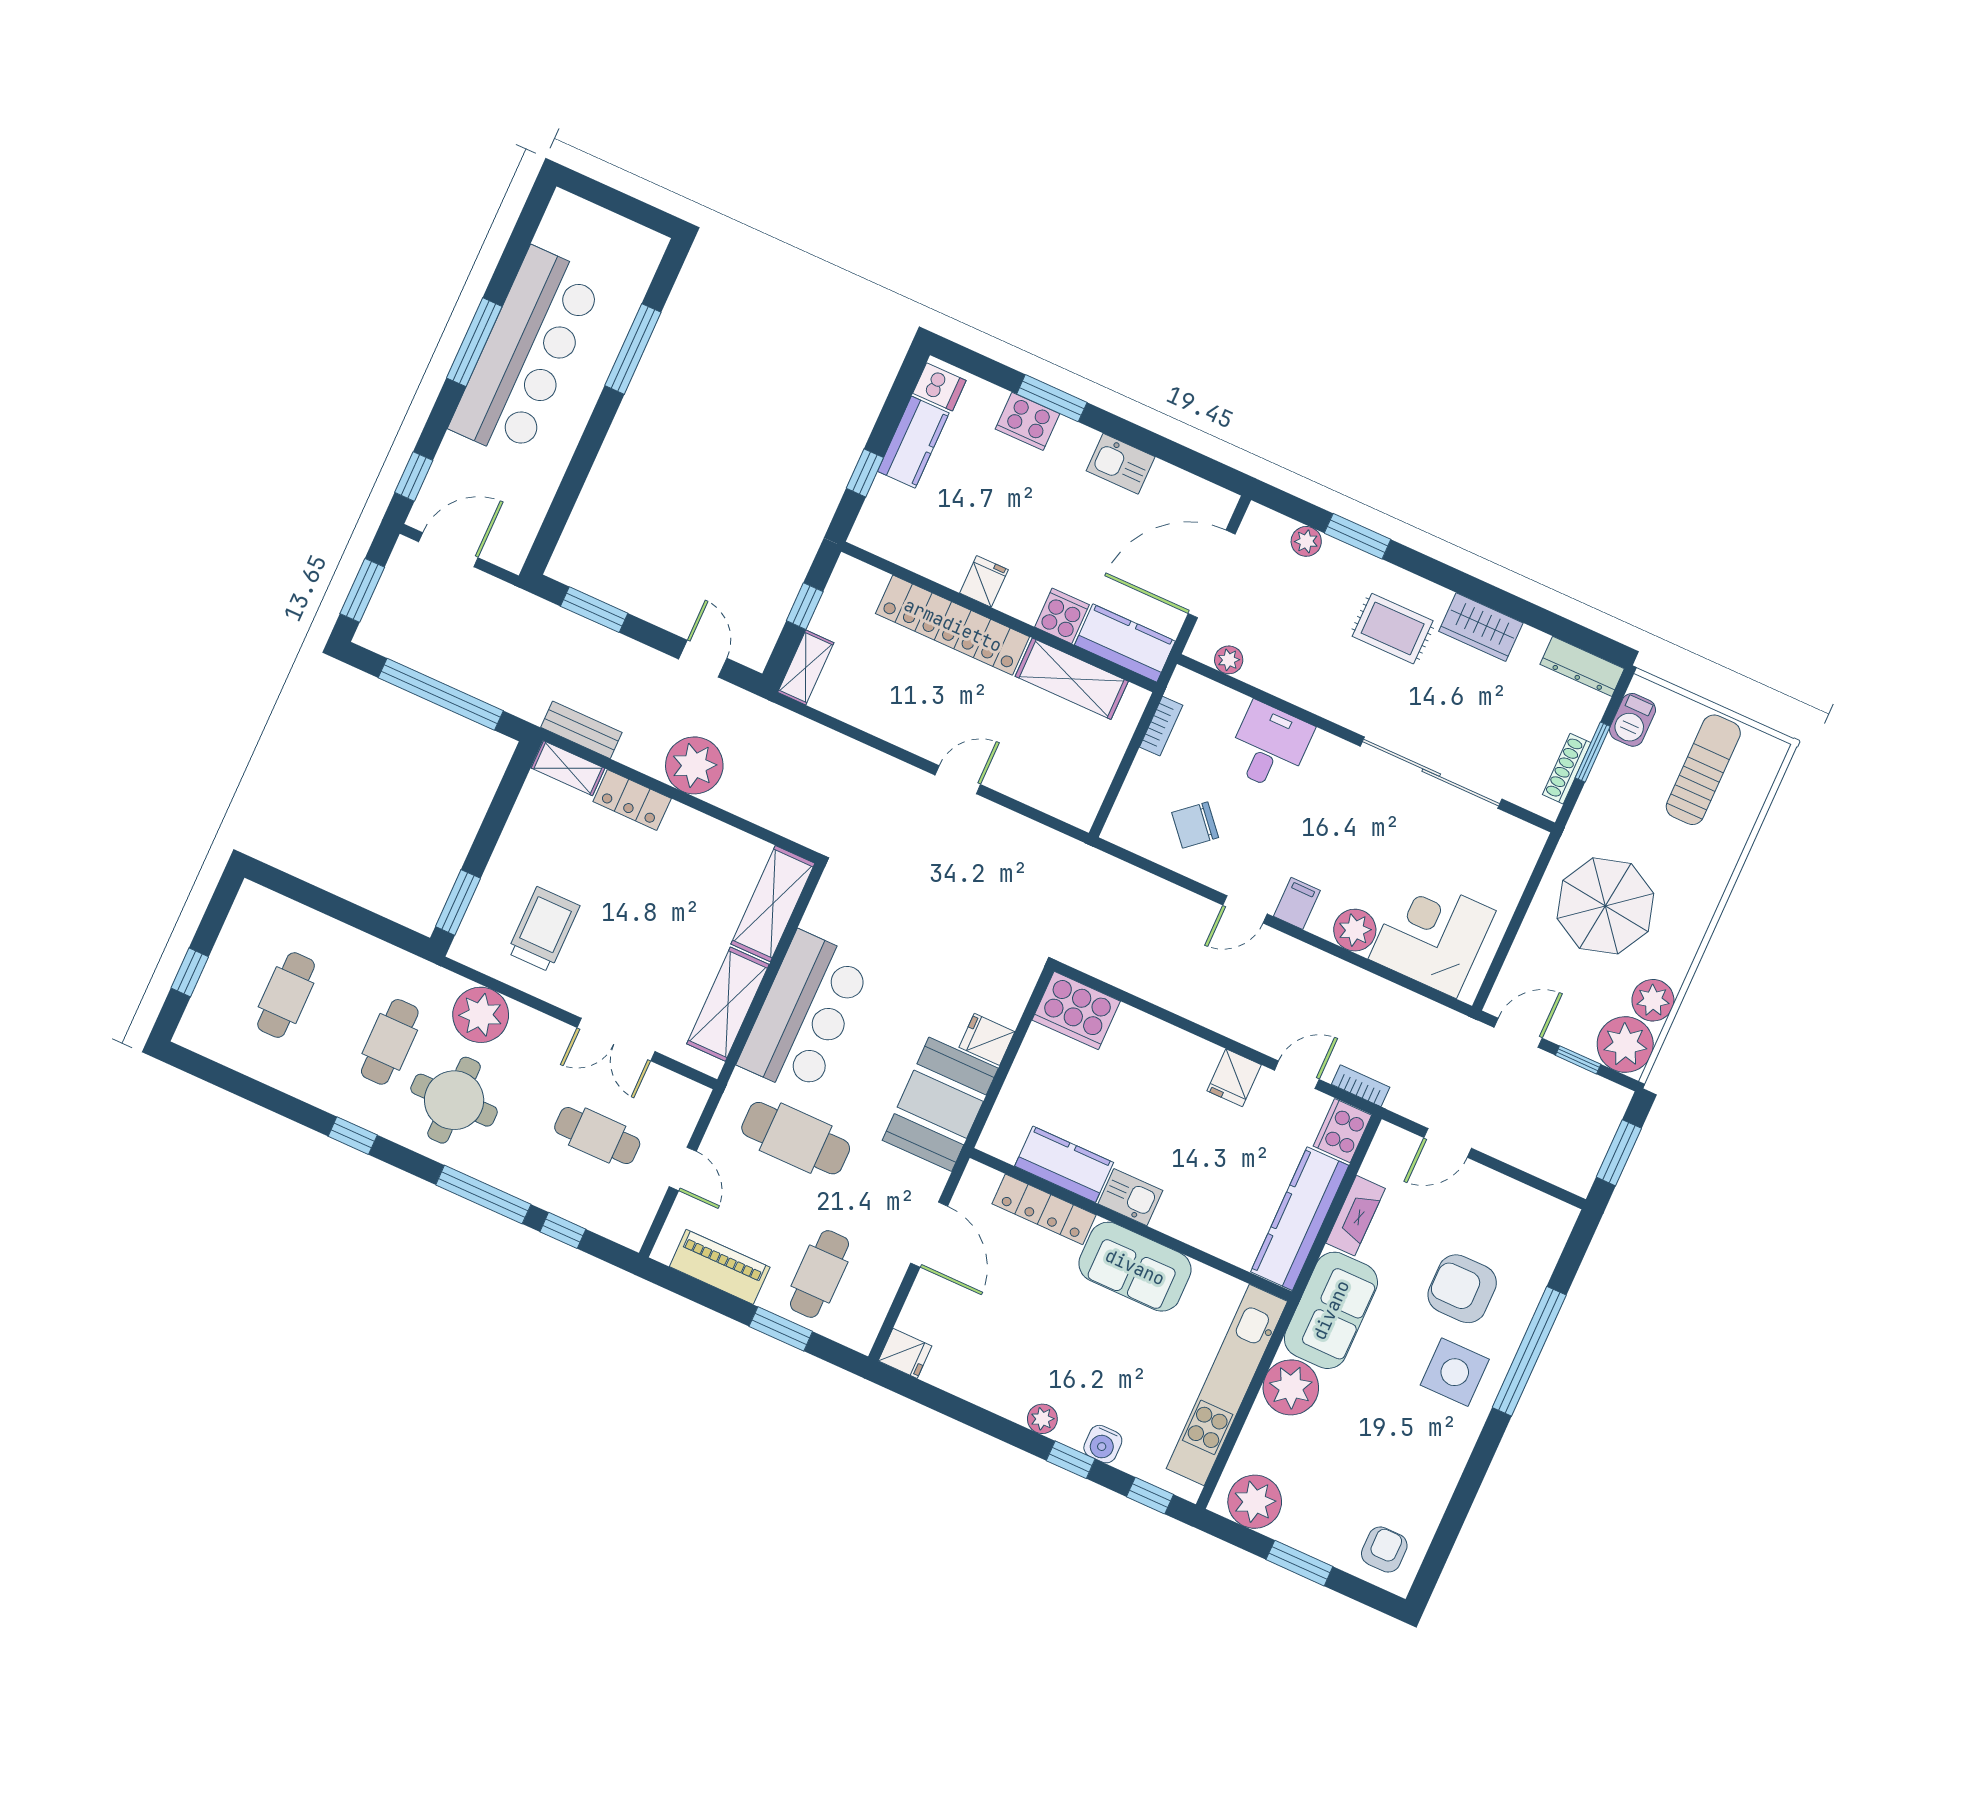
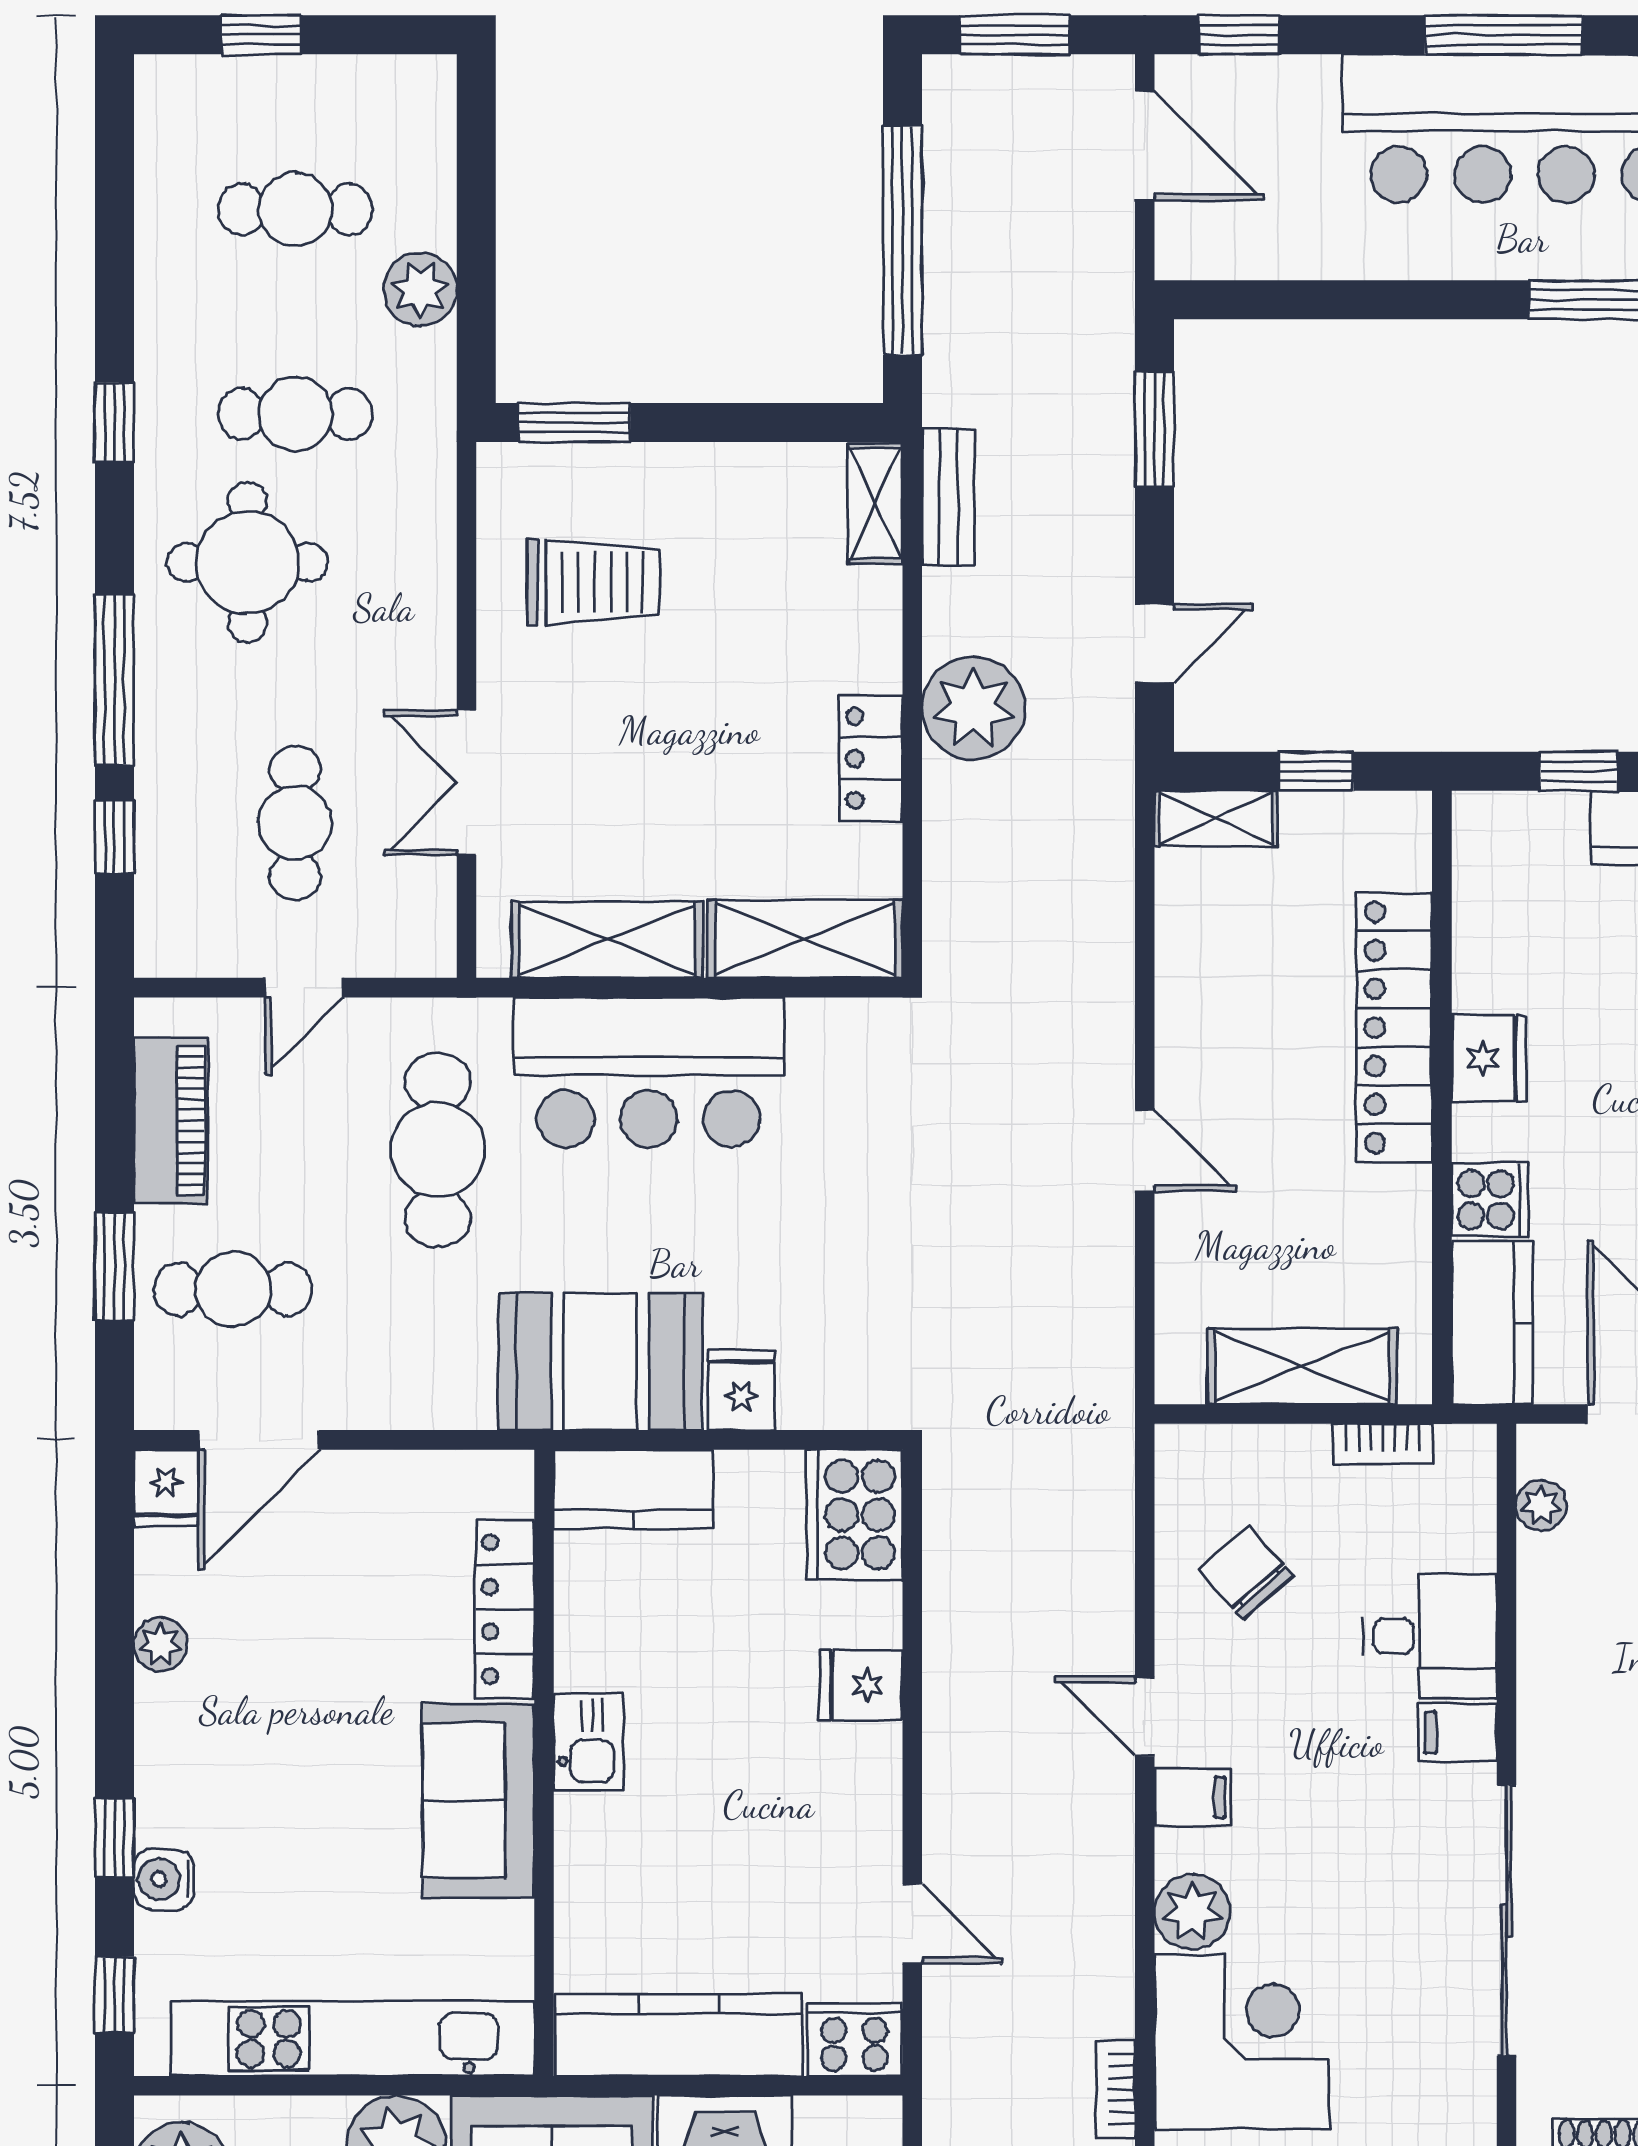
fridge: (984, 581) -> (1489, 1058), width x1.38
shelving: (1072, 679) -> (1302, 1366), moved, turned 90
filing cabinet: (1325, 754) -> (1458, 1733), added
locker: (632, 800) -> (871, 758), moved
plant: (481, 1015) -> (420, 289), moved, width x0.73, depth x0.73
fridge: (1234, 1078) -> (861, 1685), moved
bookcase: (1361, 1086) -> (1116, 2089), moved, turned 180
kitchen counter: (1064, 1164) -> (633, 1489), moved, turned 90
door: (929, 1235) -> (259, 1440), moved
plant: (1042, 1419) -> (161, 1644), moved

